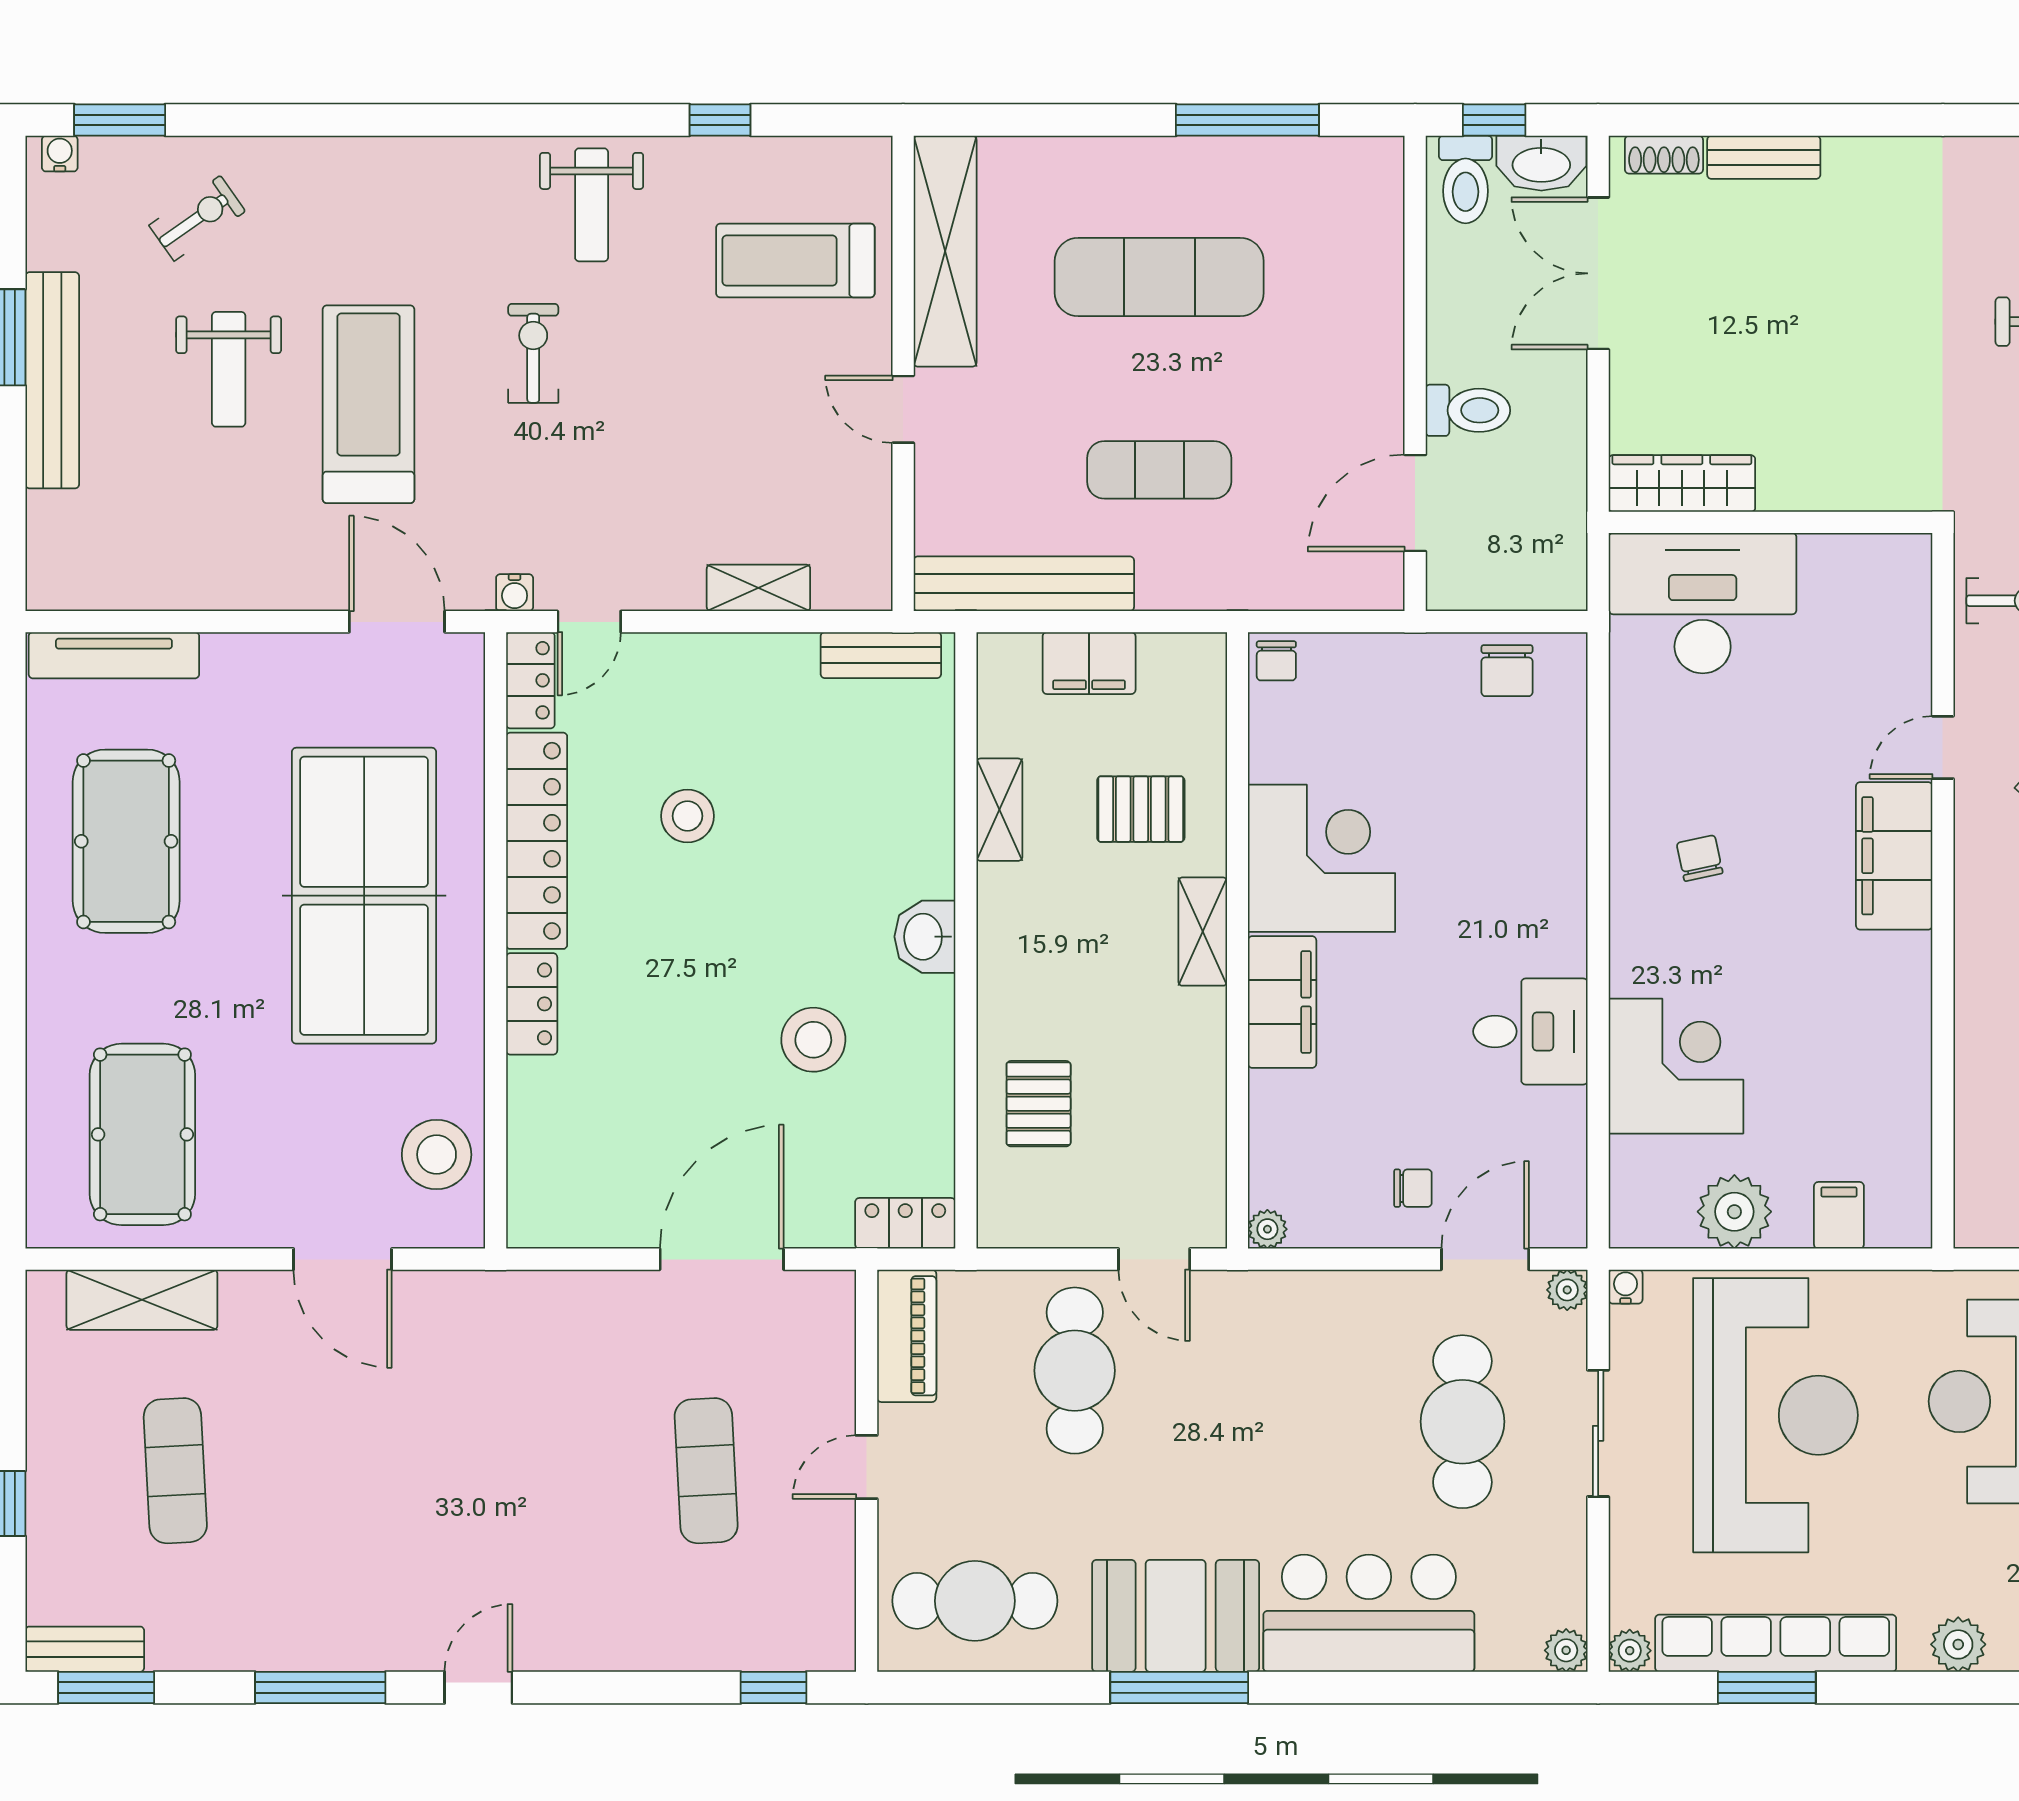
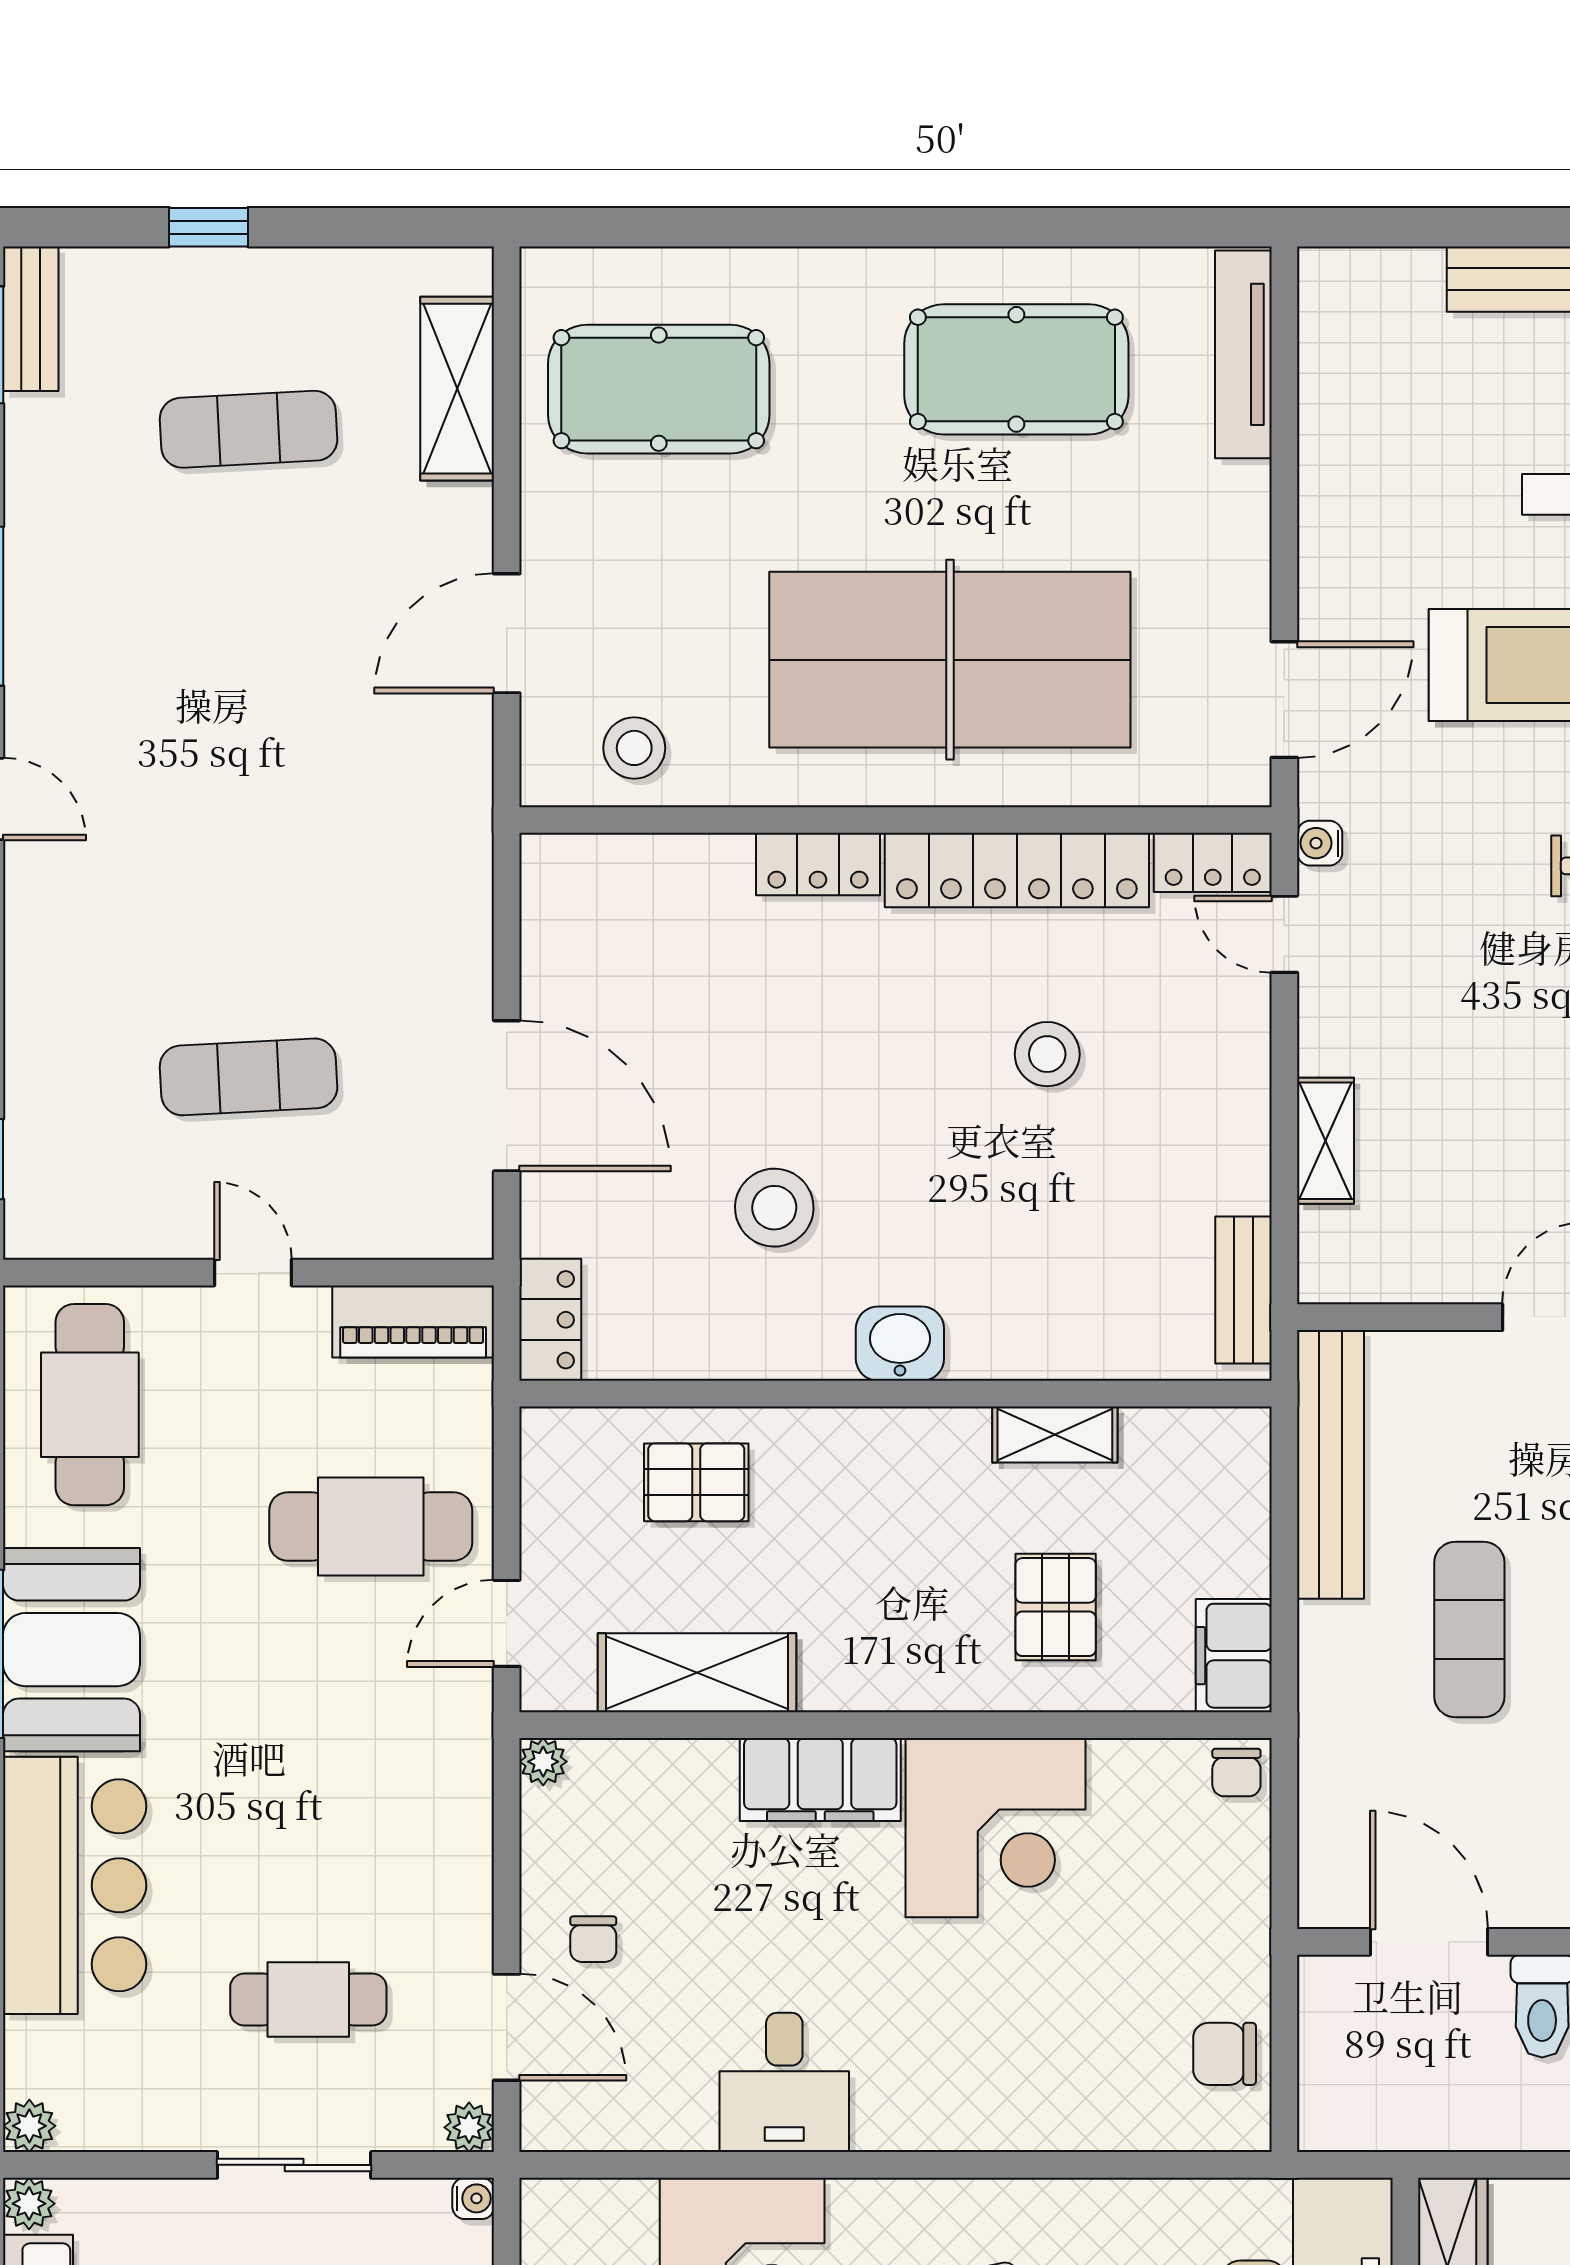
chair: (1276, 661) -> (1236, 1772), turned -90
filing cabinet: (1089, 663) -> (1234, 1656), moved
shelving: (1203, 932) -> (697, 1673), moved, width x1.50, depth x1.33
stool: (437, 1155) -> (634, 748), width x0.73, depth x0.73
cafe table: (1462, 1422) -> (308, 1999), width x0.73, depth x0.74

